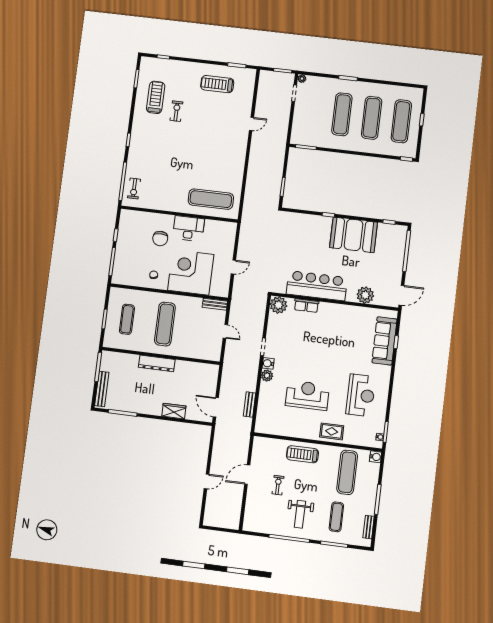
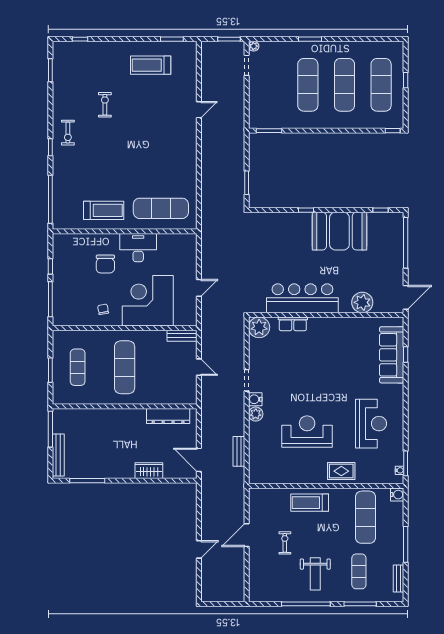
treadmill: (156, 97) -> (104, 210), moved, turned 90
exercise bike: (134, 189) -> (68, 133), moved
dresser: (157, 363) -> (168, 416), moved

